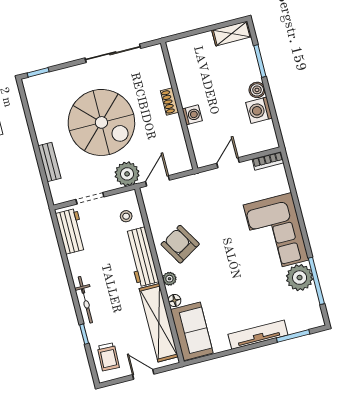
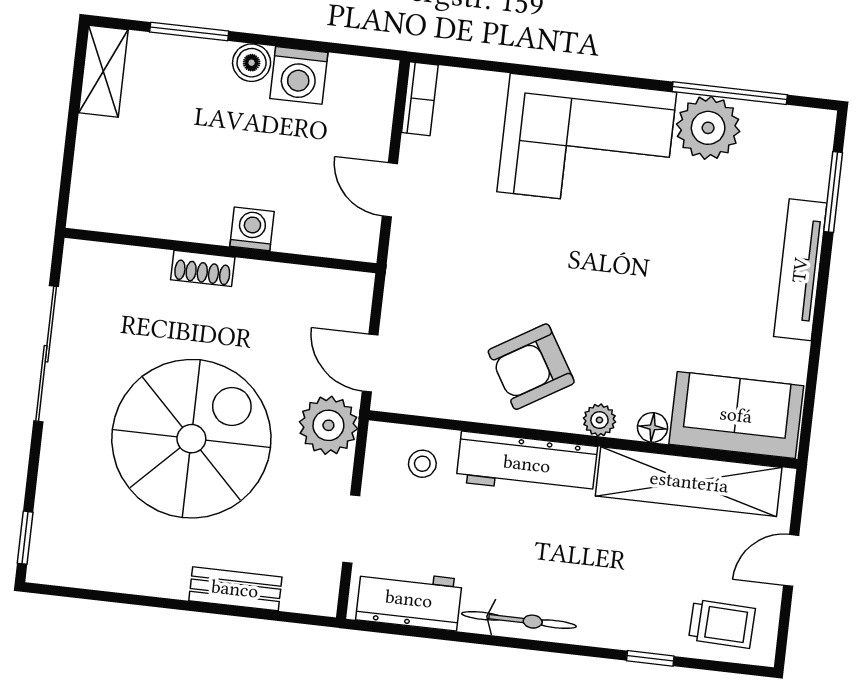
bicycle: (85, 300) -> (519, 620), moved

